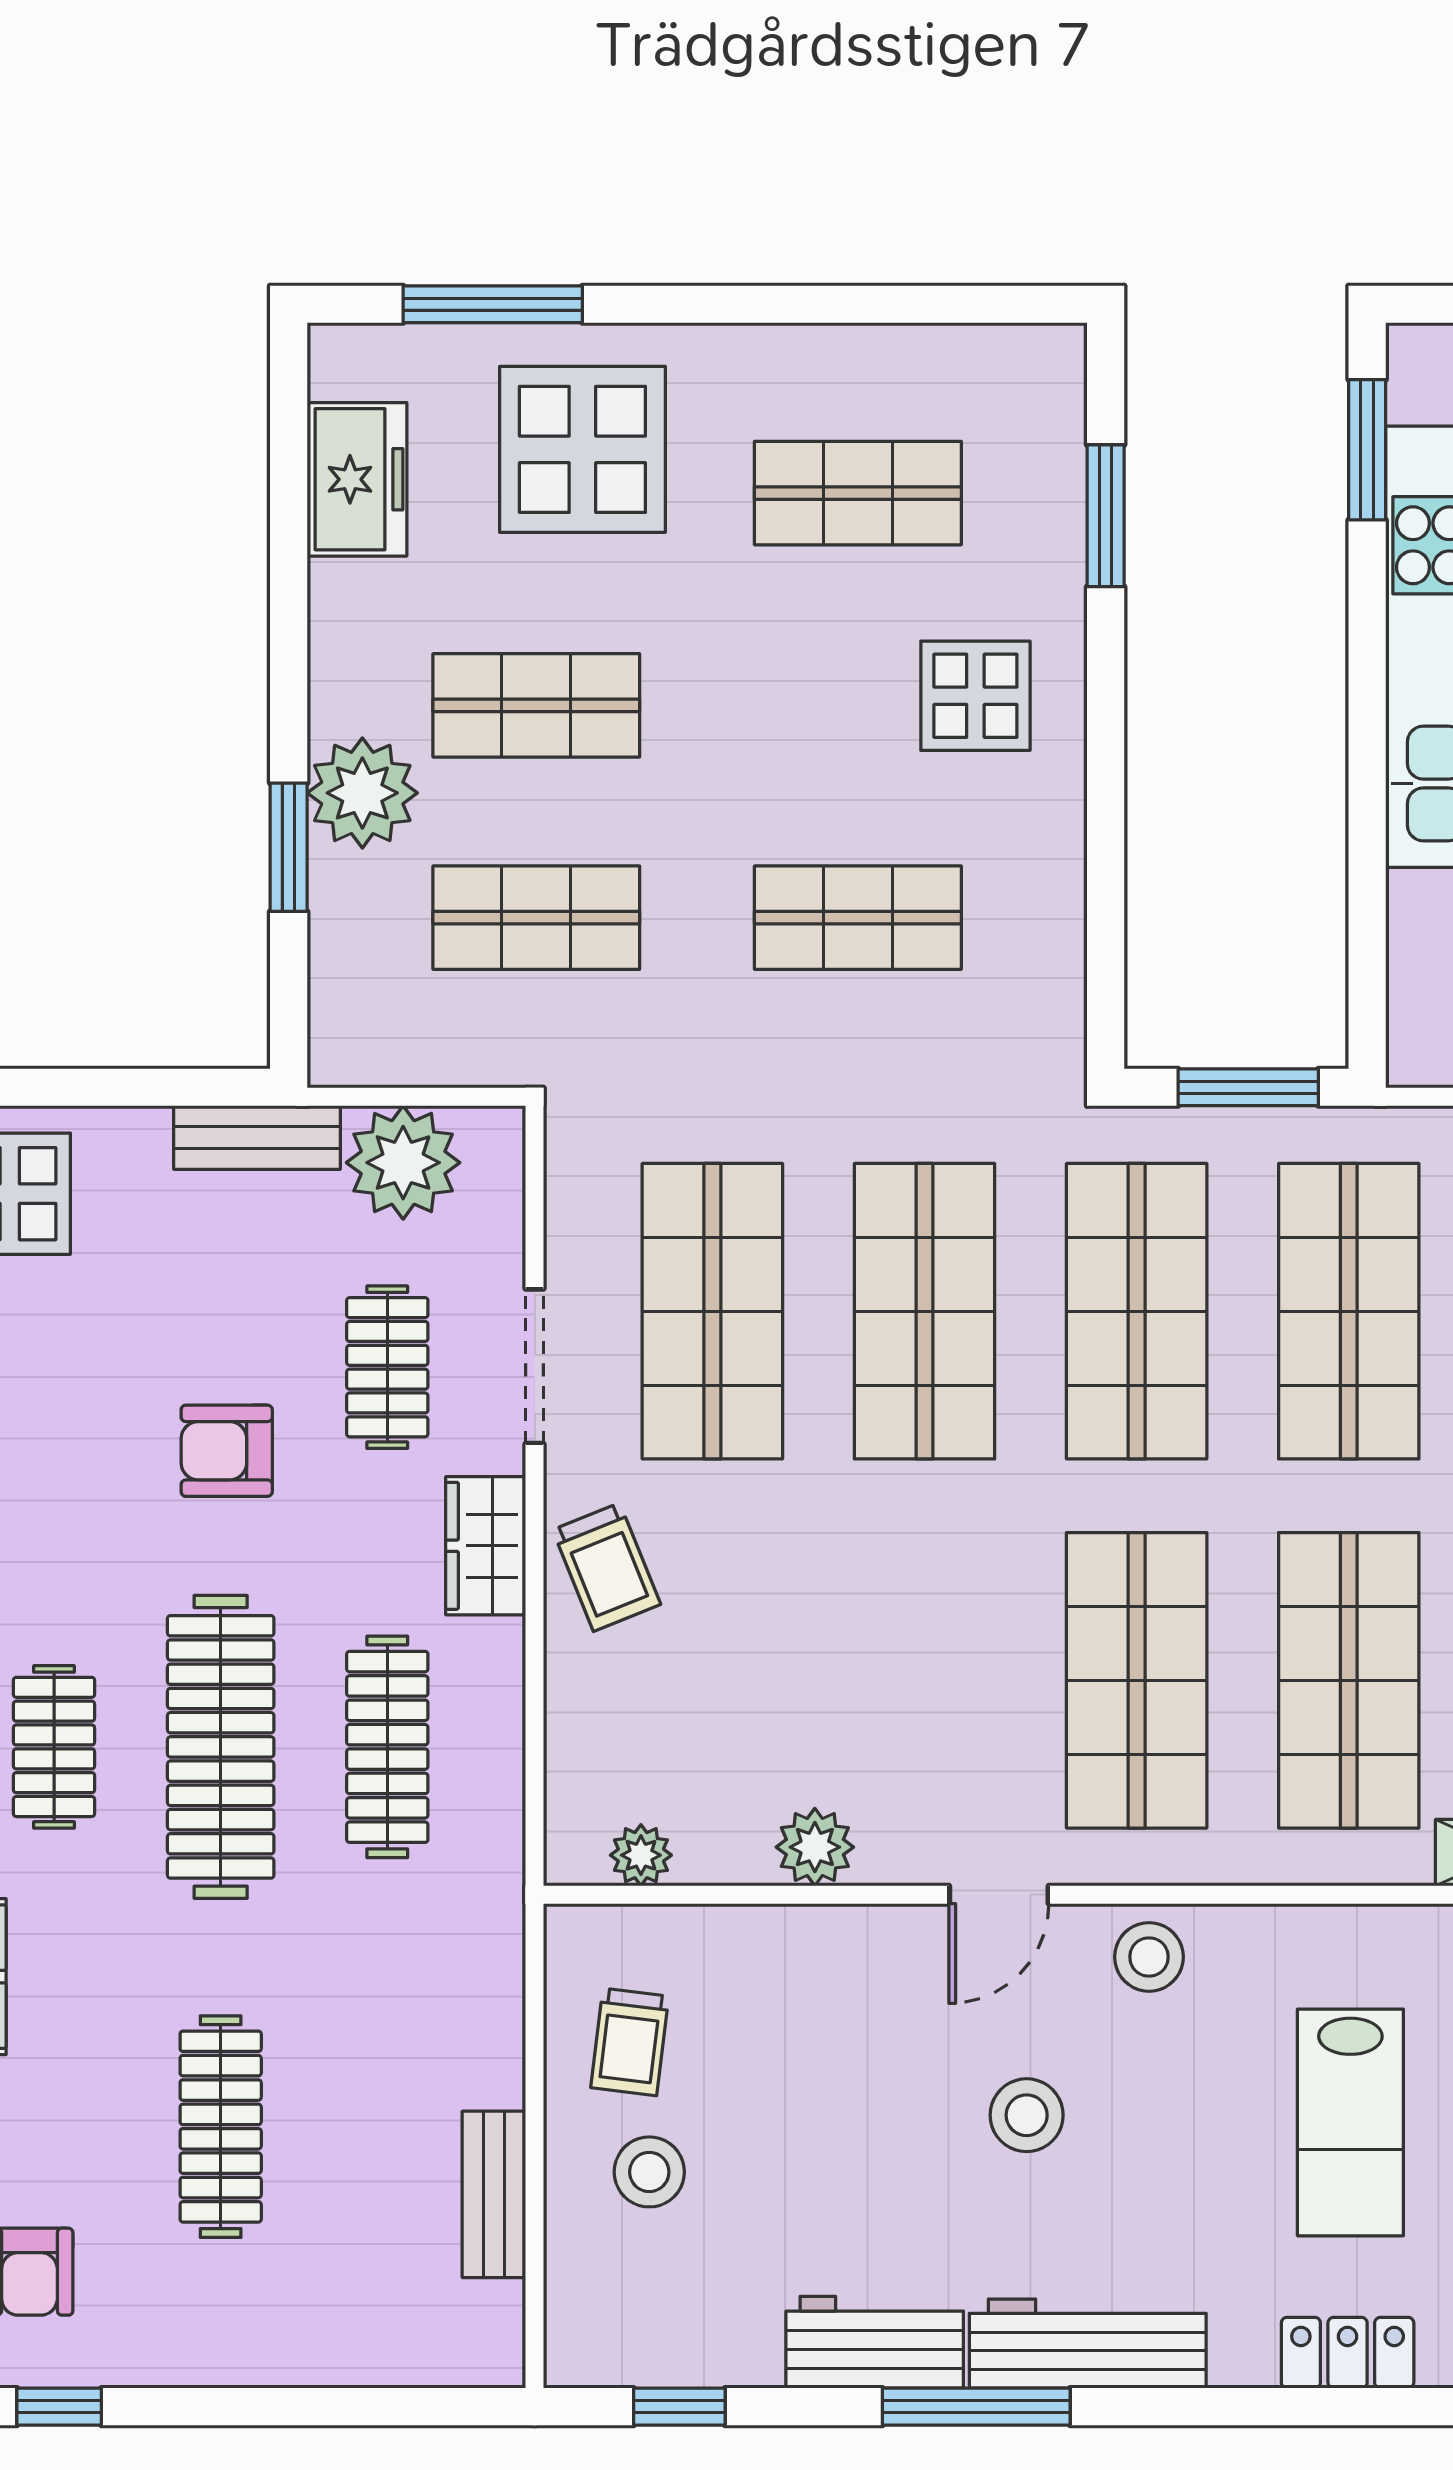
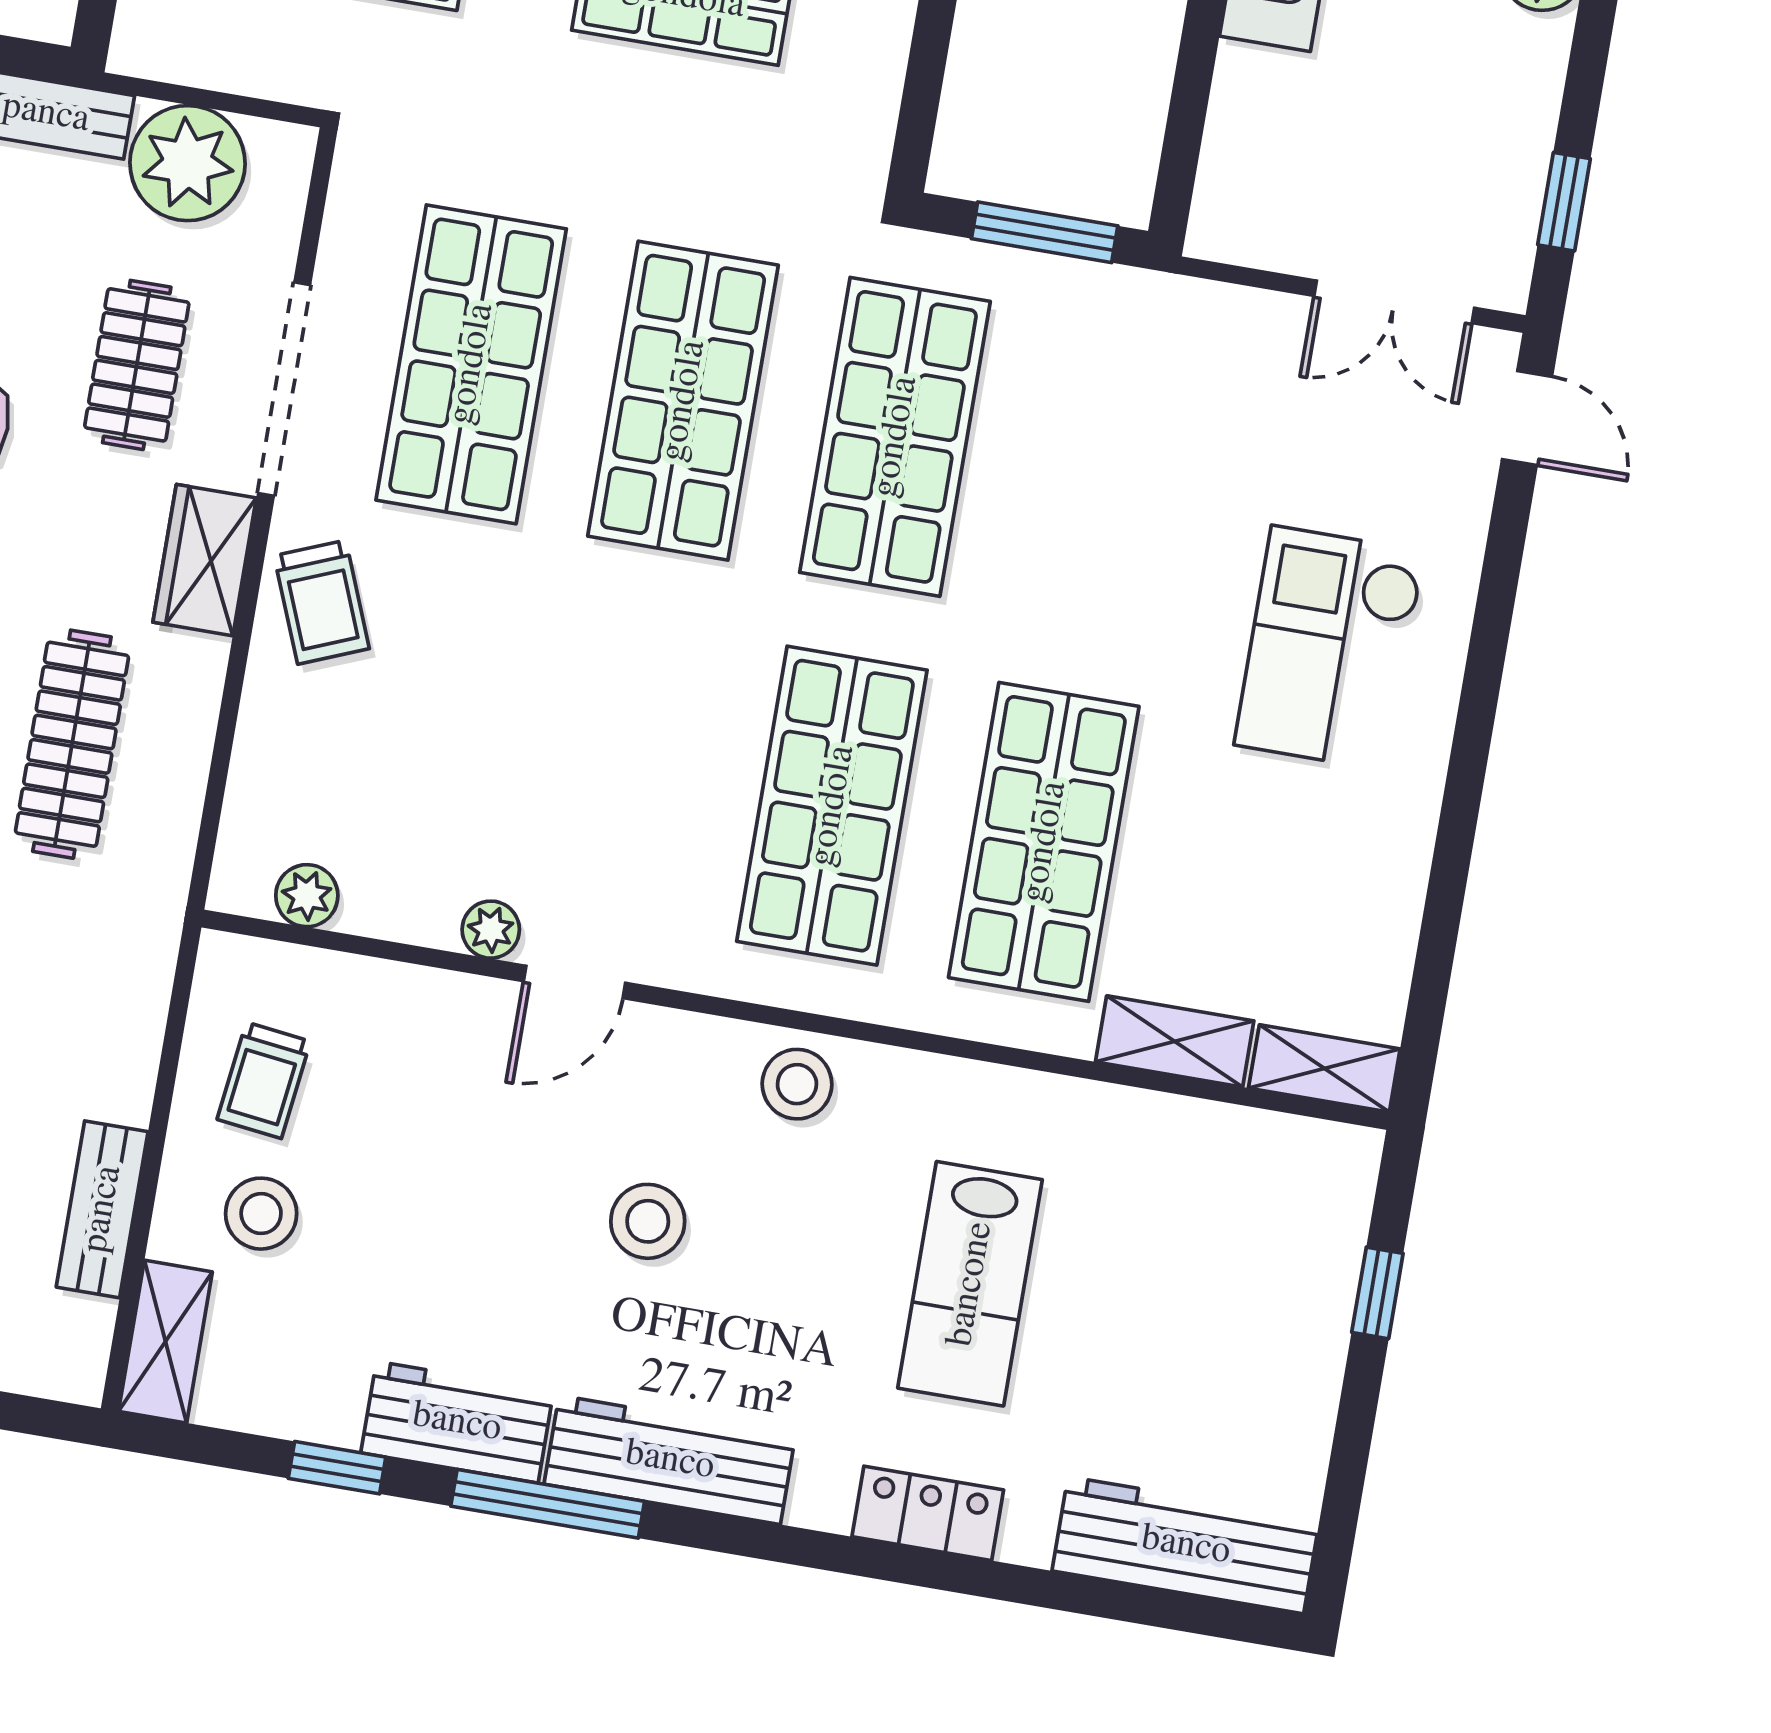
shop shelf: (1349, 1311) -> (1107, 473), removed
doorway: (535, 1366) -> (284, 389), width x1.36
plant: (815, 1847) -> (491, 930), width x0.73, depth x0.73
door: (999, 1895) -> (574, 982), moved
shelving: (578, 2312) -> (165, 1342), added
window: (679, 2407) -> (337, 1468), moved

